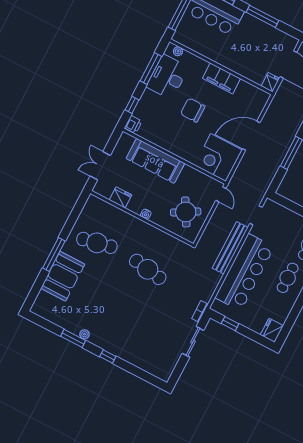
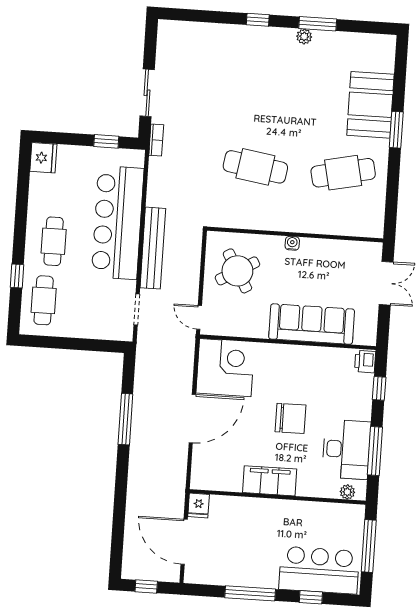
fridge: (121, 197) -> (338, 251), removed
window: (54, 255) -> (396, 130), width x0.69

